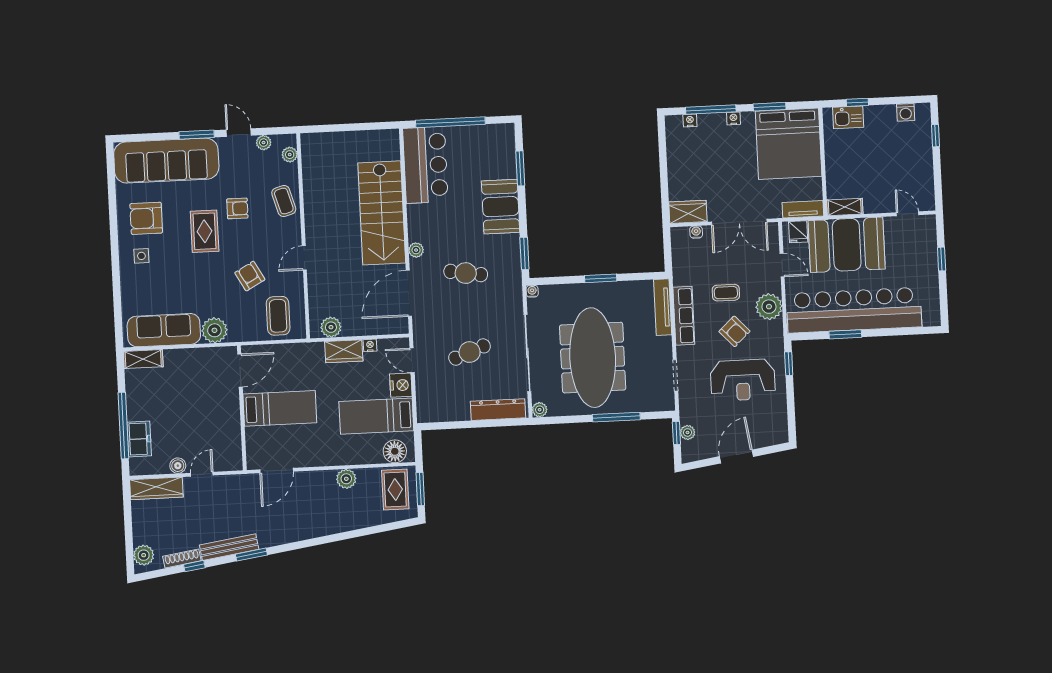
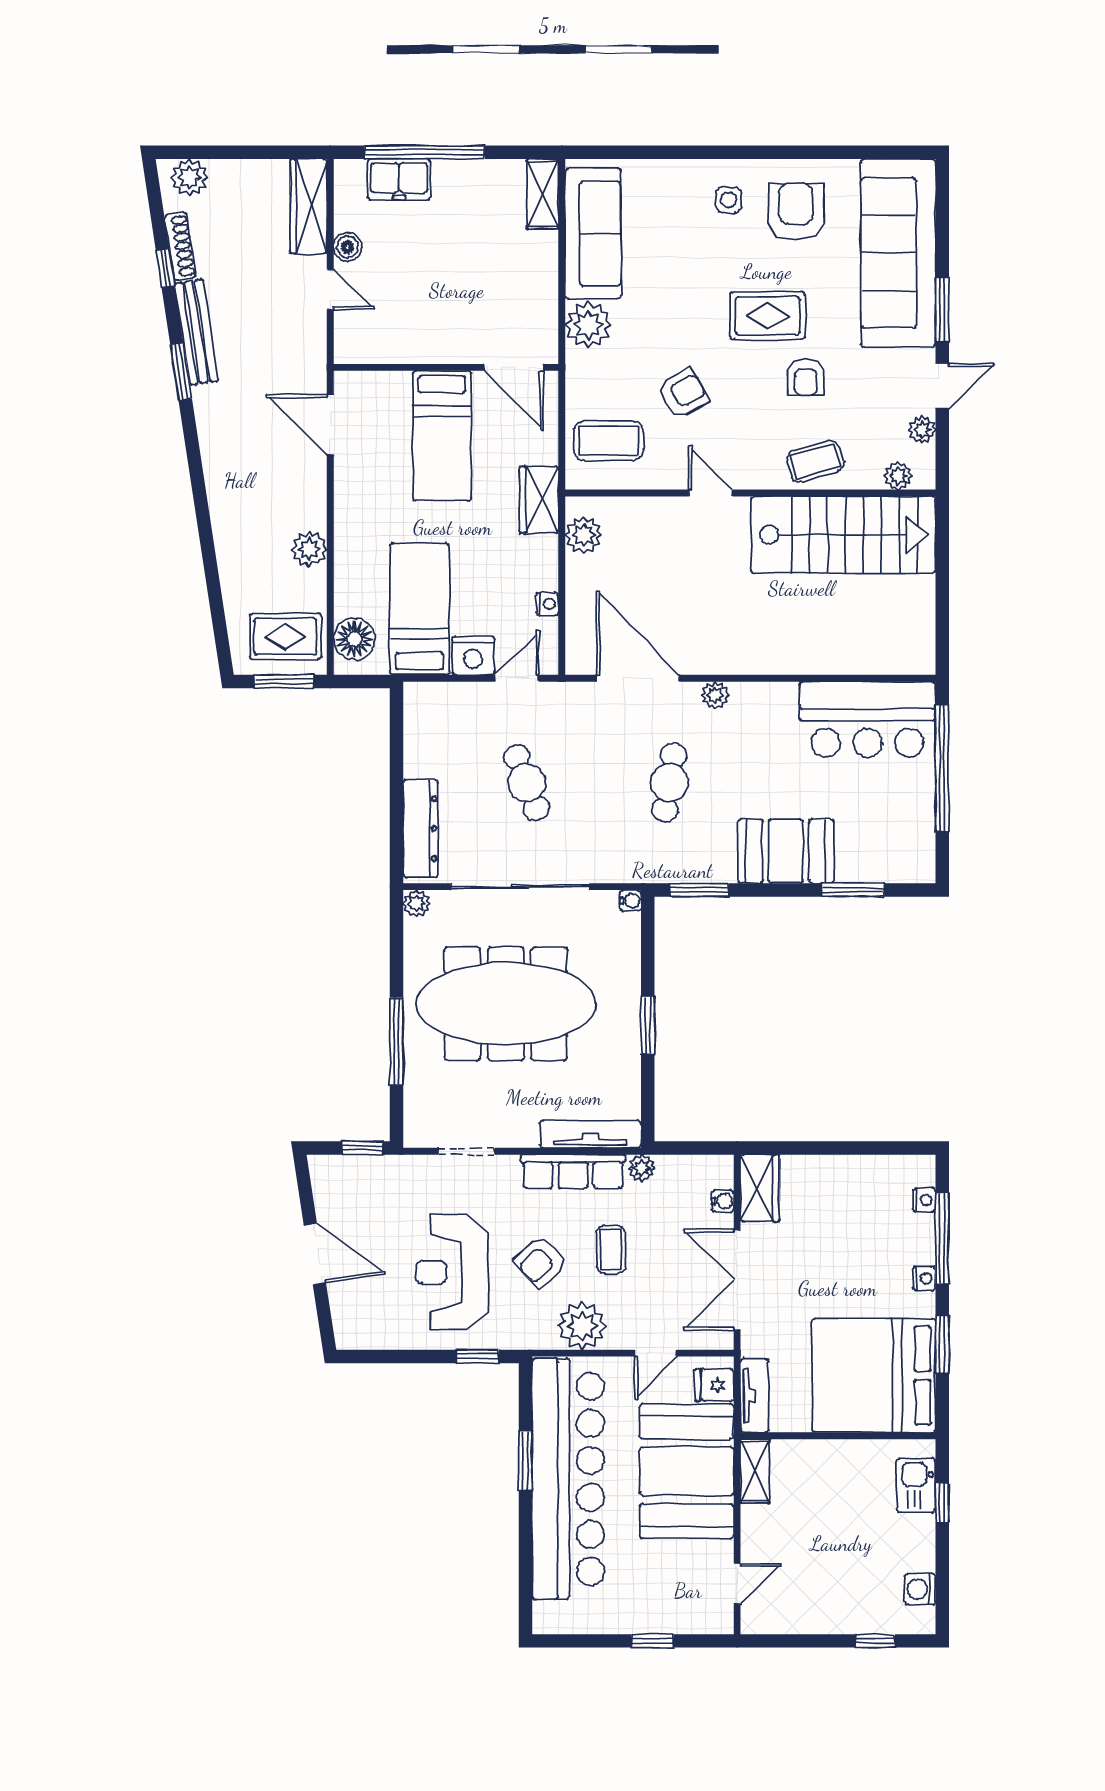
stairs: (382, 213) -> (843, 535), moved, turned 180
wardrobe: (344, 351) -> (539, 500), moved
plant: (688, 432) -> (642, 1168), moved

